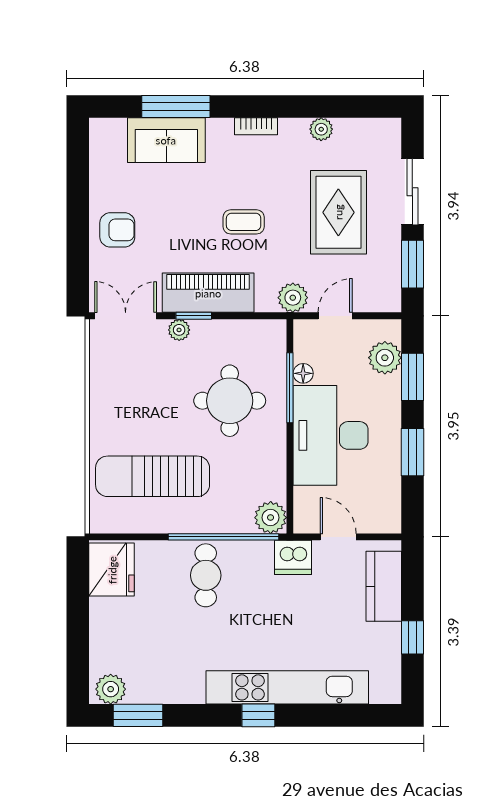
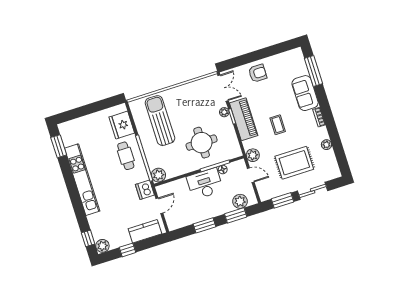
window: (176, 107) -> (313, 71), moved
sofa: (166, 140) -> (305, 93), moved
armchair: (117, 230) -> (258, 73), turned -90
desk: (331, 435) -> (205, 184), width x0.73, depth x0.77
fridge: (112, 570) -> (122, 125), moved, turned 90
cafe table: (206, 575) -> (126, 156), turned 90
kitchen unit: (287, 687) -> (82, 180), moved
plant: (111, 689) -> (102, 246), moved
window: (258, 715) -> (88, 238), moved

